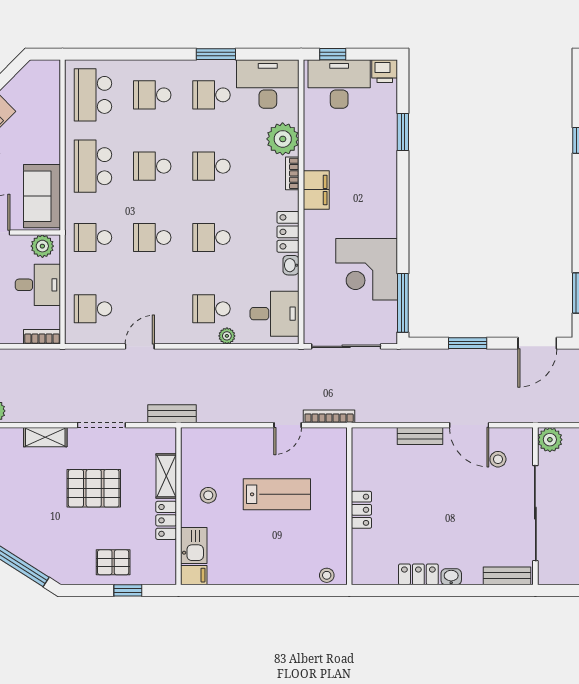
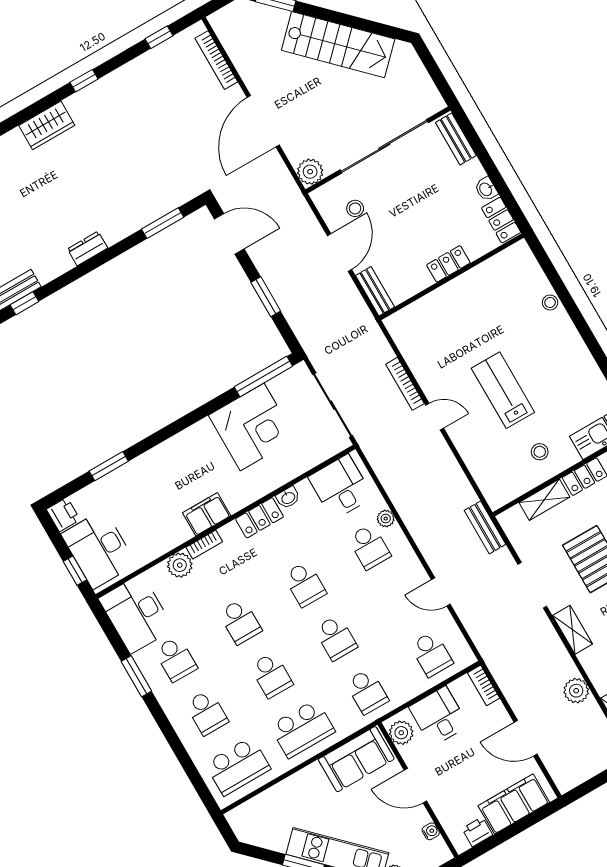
plant: (283, 139) -> (180, 565), width x0.73, depth x0.73
wall: (349, 506) -> (451, 277), moved
locker: (361, 510) -> (448, 264), moved

